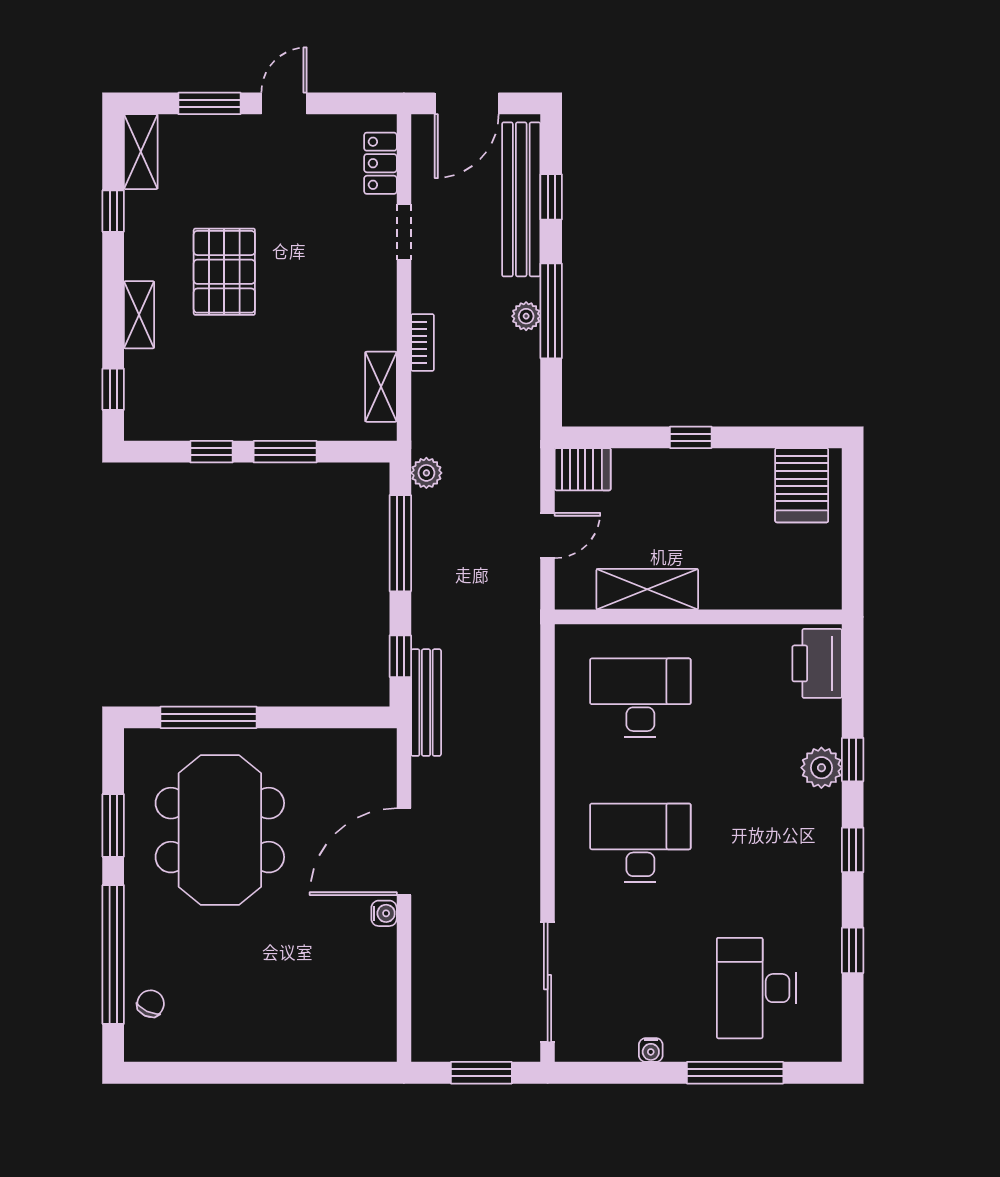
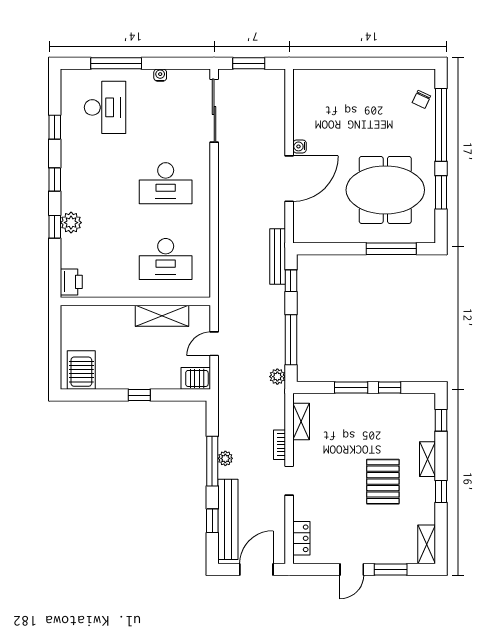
window: (113, 211) -> (441, 491), moved
doorway: (404, 232) -> (289, 481), moved
printer: (817, 663) -> (71, 282), width x0.73, depth x0.84
meeting table: (220, 830) -> (385, 190), turned 90

